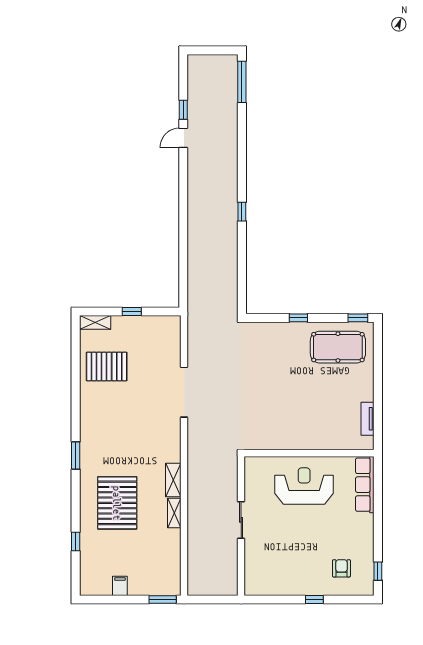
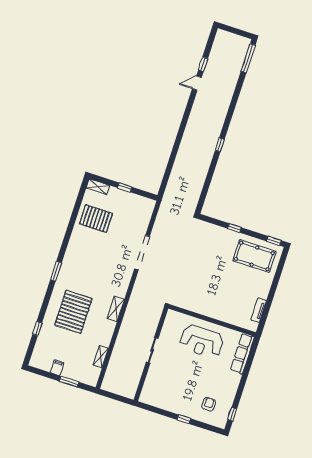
reception desk: (304, 486) -> (202, 341), turned 180
shelving: (174, 513) -> (101, 357), moved
window: (163, 599) -> (69, 382), moved

